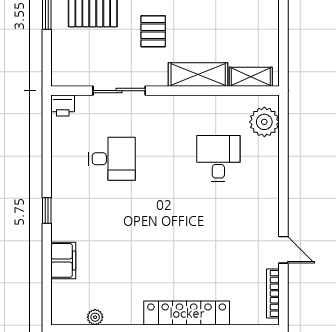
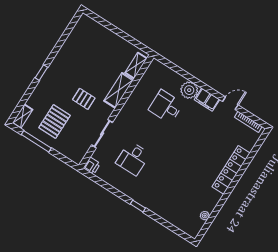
plant: (264, 122) -> (189, 90), moved
desk: (112, 159) -> (133, 158), turned 180
filing cabinet: (63, 260) -> (207, 100), moved, turned 180

